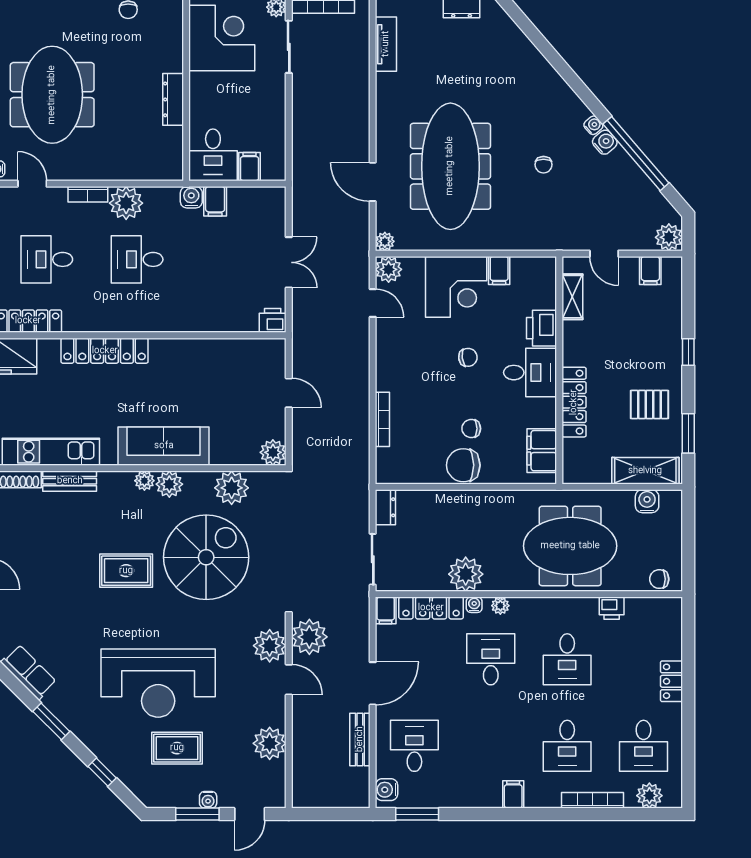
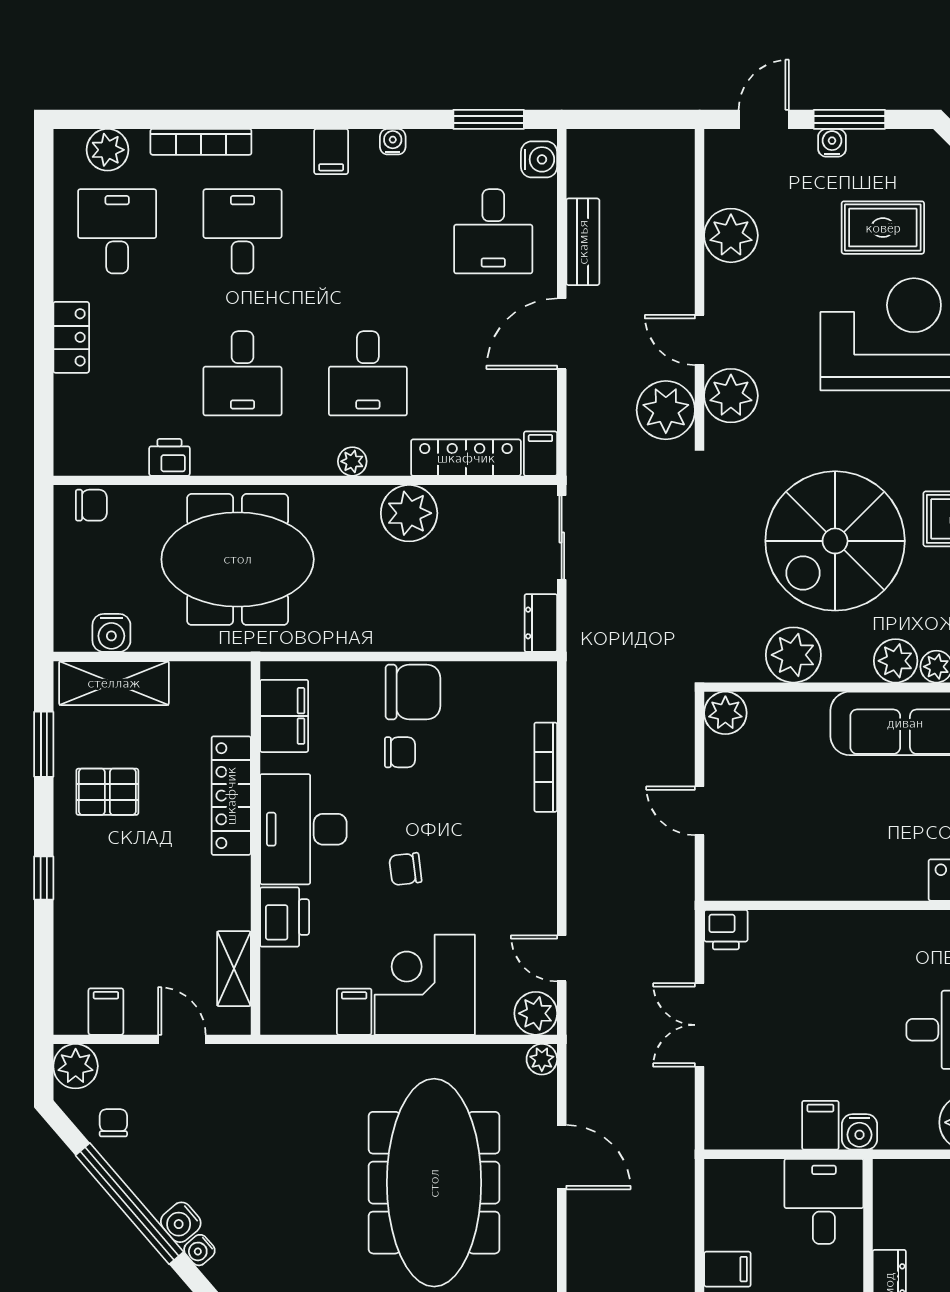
chair: (544, 165) -> (113, 1123), moved
filing cabinet: (250, 167) -> (727, 1269), moved, turned -90
desk: (530, 373) -> (303, 829), width x1.37
water cooler: (474, 605) -> (393, 142), moved, turned 180
desk: (567, 659) -> (243, 373), turned 180

